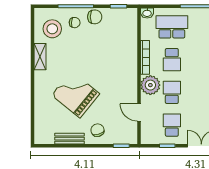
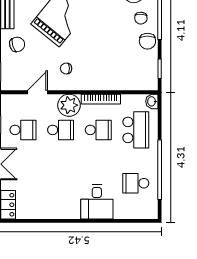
school desk: (172, 60) -> (98, 130), turned 180
chair: (118, 88) -> (66, 68), added

